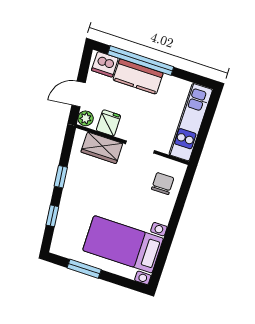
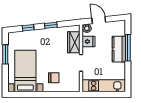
window: (141, 61) -> (128, 48), width x0.68
dishwasher: (105, 64) -> (120, 29), removed
chair: (163, 184) -> (54, 78), moved

